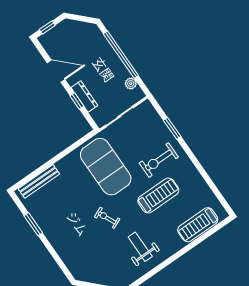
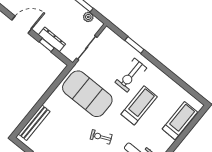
treadmill: (198, 225) -> (180, 121), turned 180

